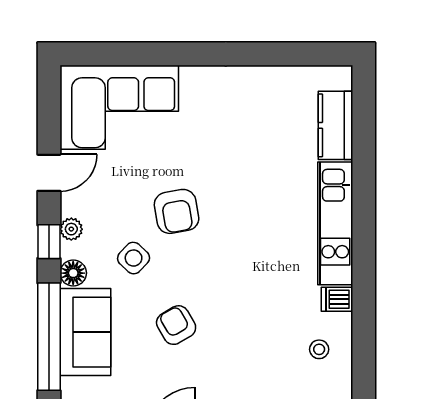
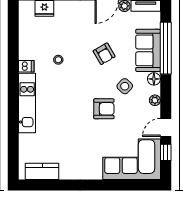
kitchen counter: (335, 125) -> (42, 171), moved, turned -90
armchair: (177, 211) -> (104, 109), turned 100
window: (49, 242) -> (166, 152), moved
stool: (319, 349) -> (58, 60), moved

